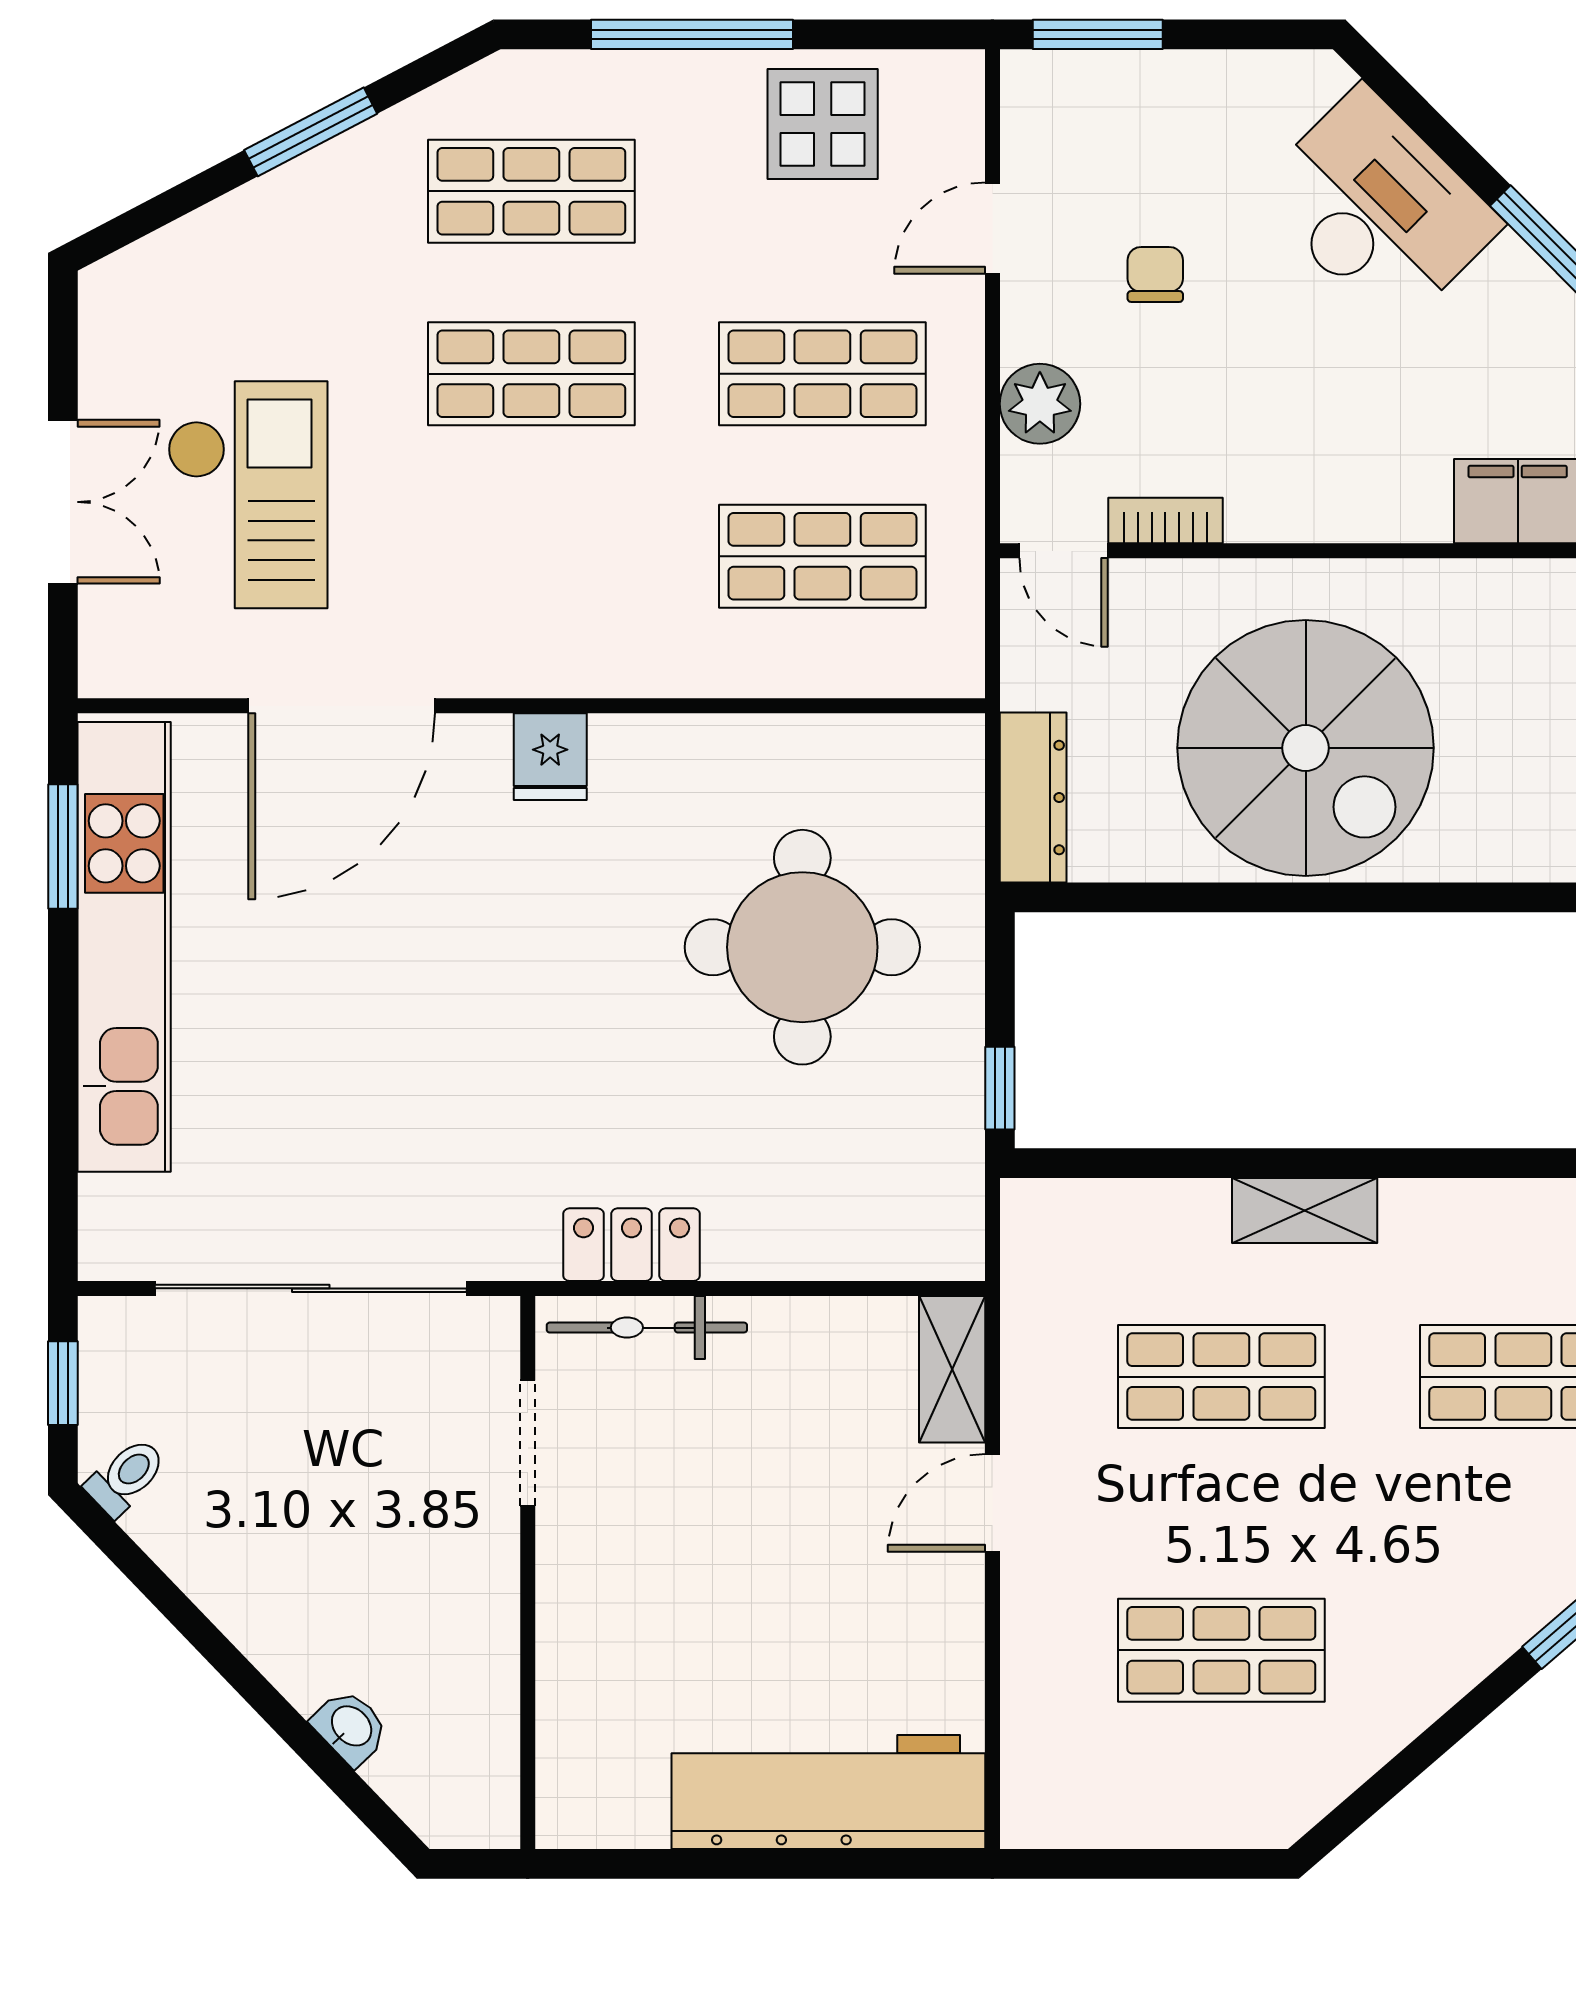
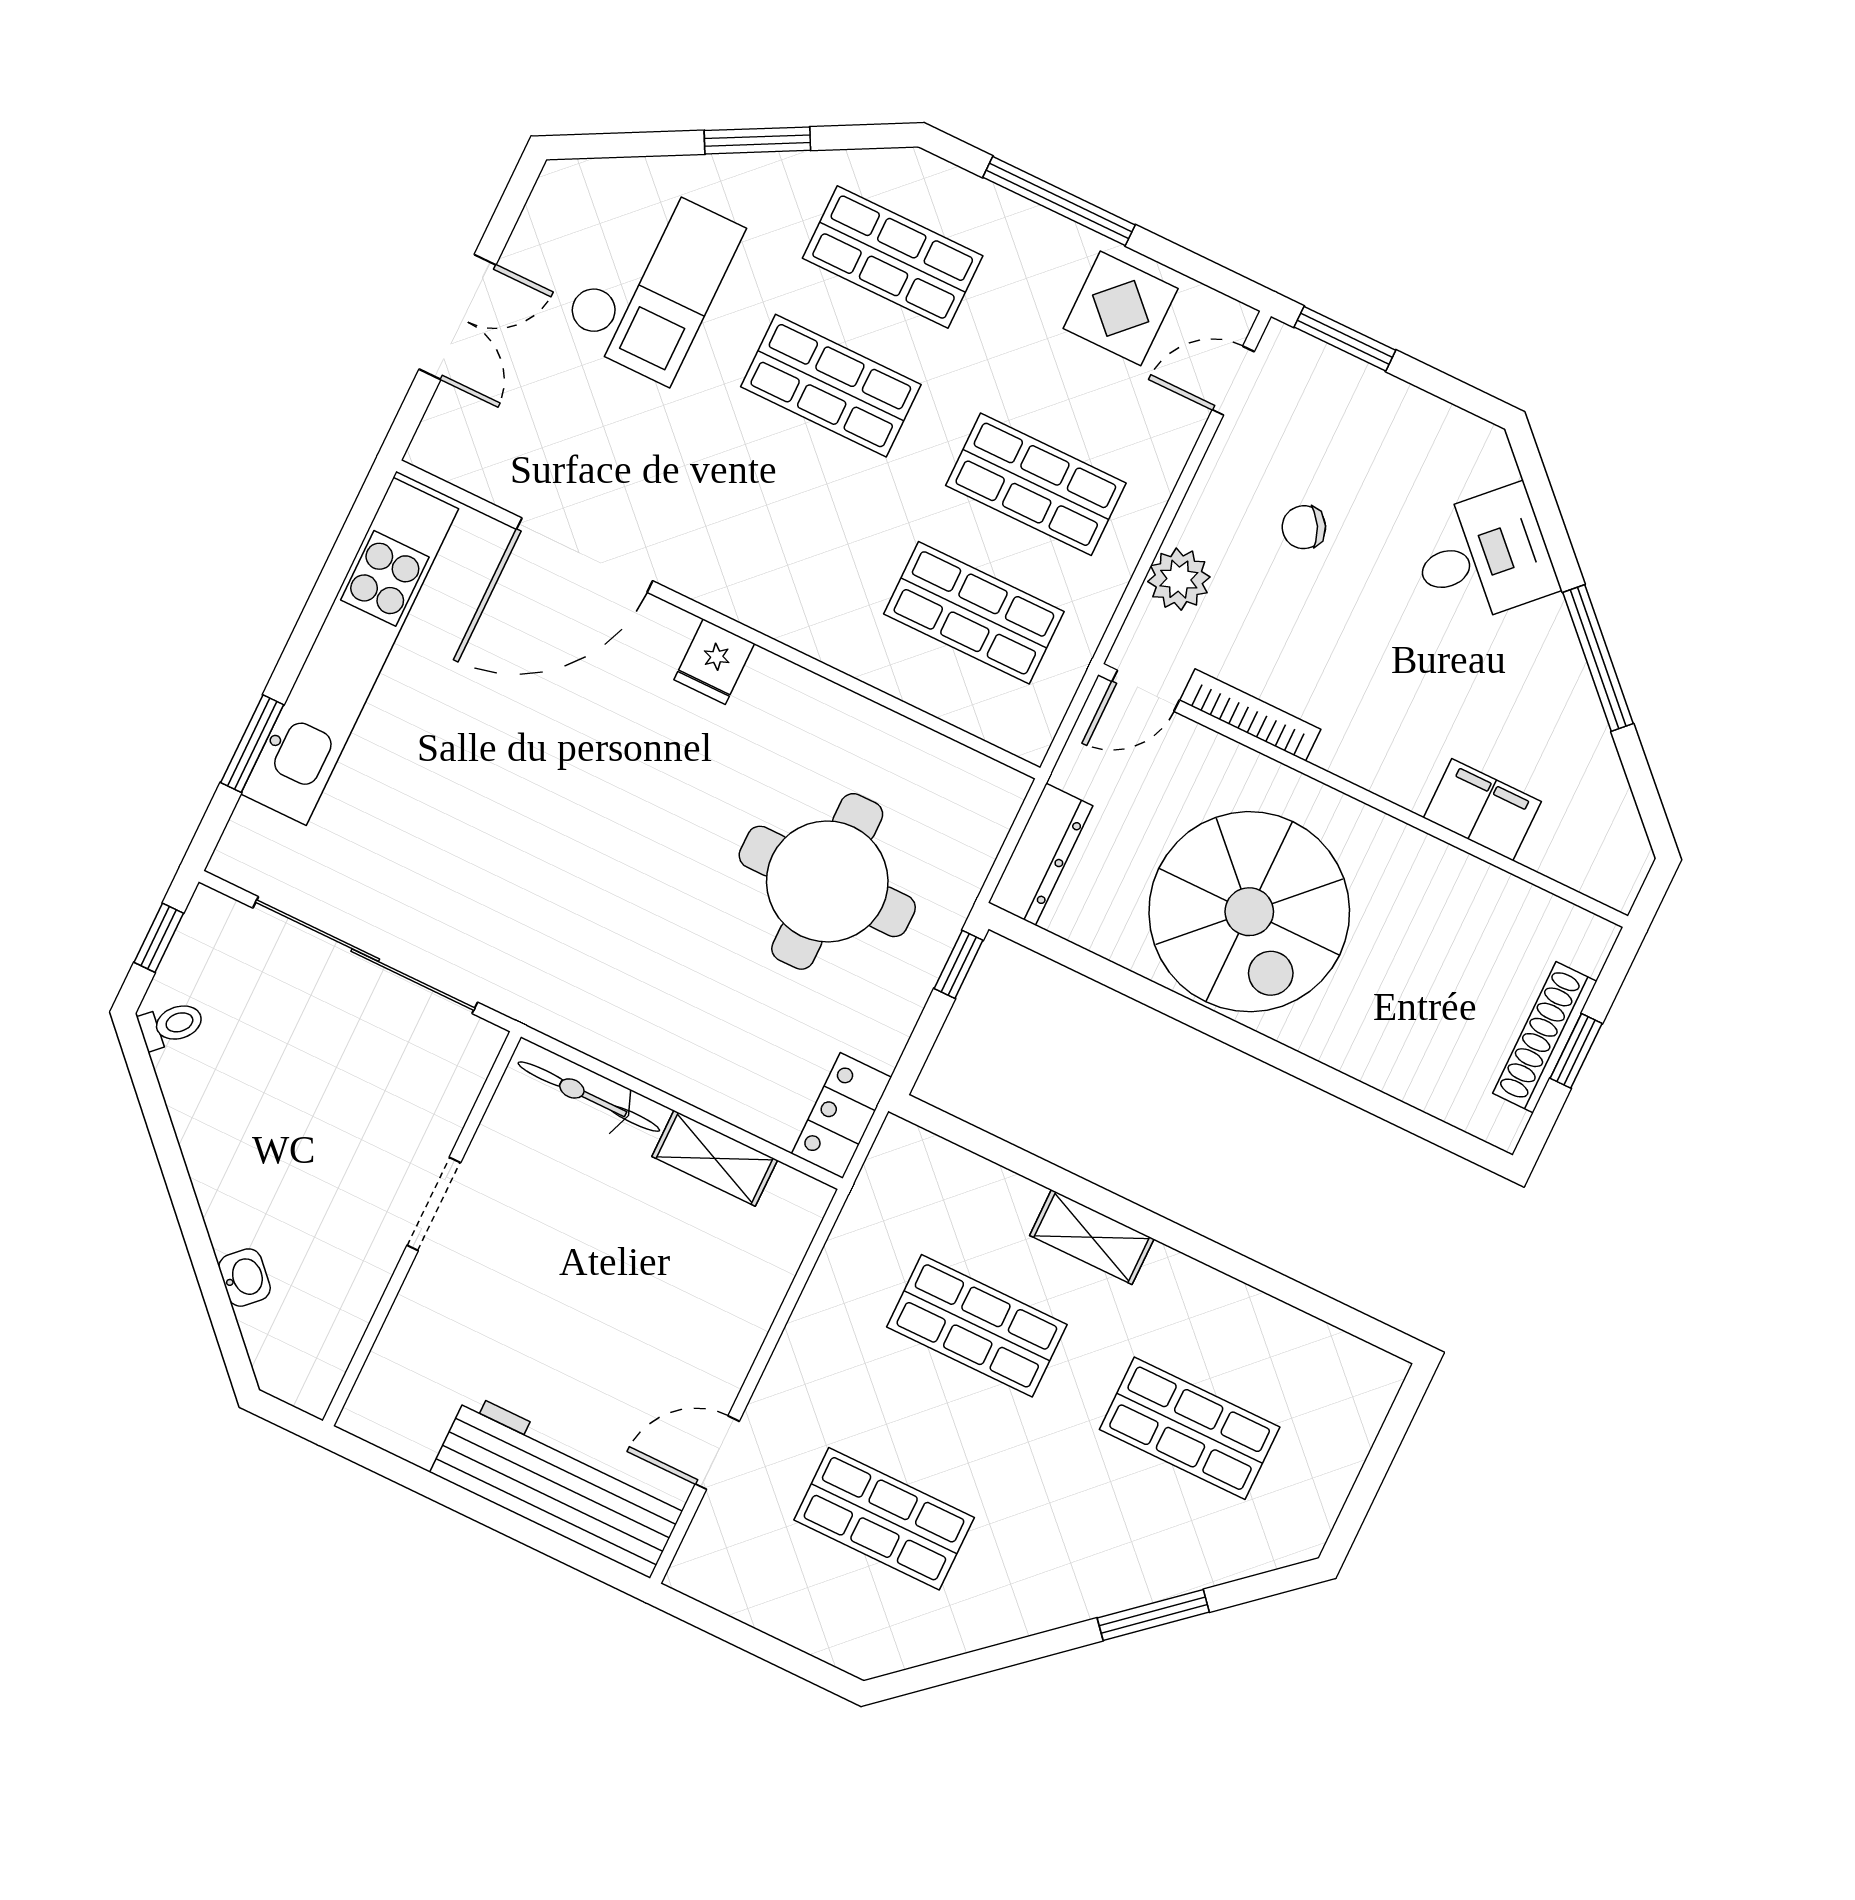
desk: (1378, 208) -> (1483, 556), width x0.73
door: (992, 228) -> (1233, 381), moved
chair: (1155, 274) -> (1304, 527), turned -119
checkout: (248, 495) -> (652, 281), moved
bookcase: (1165, 521) -> (1250, 715), width x1.56
door: (1064, 551) -> (1146, 691), hinge flipped
window: (63, 847) -> (252, 744), moved
window: (1000, 1088) -> (959, 964), moved
locker: (632, 1245) -> (842, 1115), moved, turned -90
shelving: (952, 1369) -> (715, 1158), moved, turned 90
doorway: (528, 1443) -> (434, 1204), moved
door: (992, 1503) -> (717, 1453), moved

